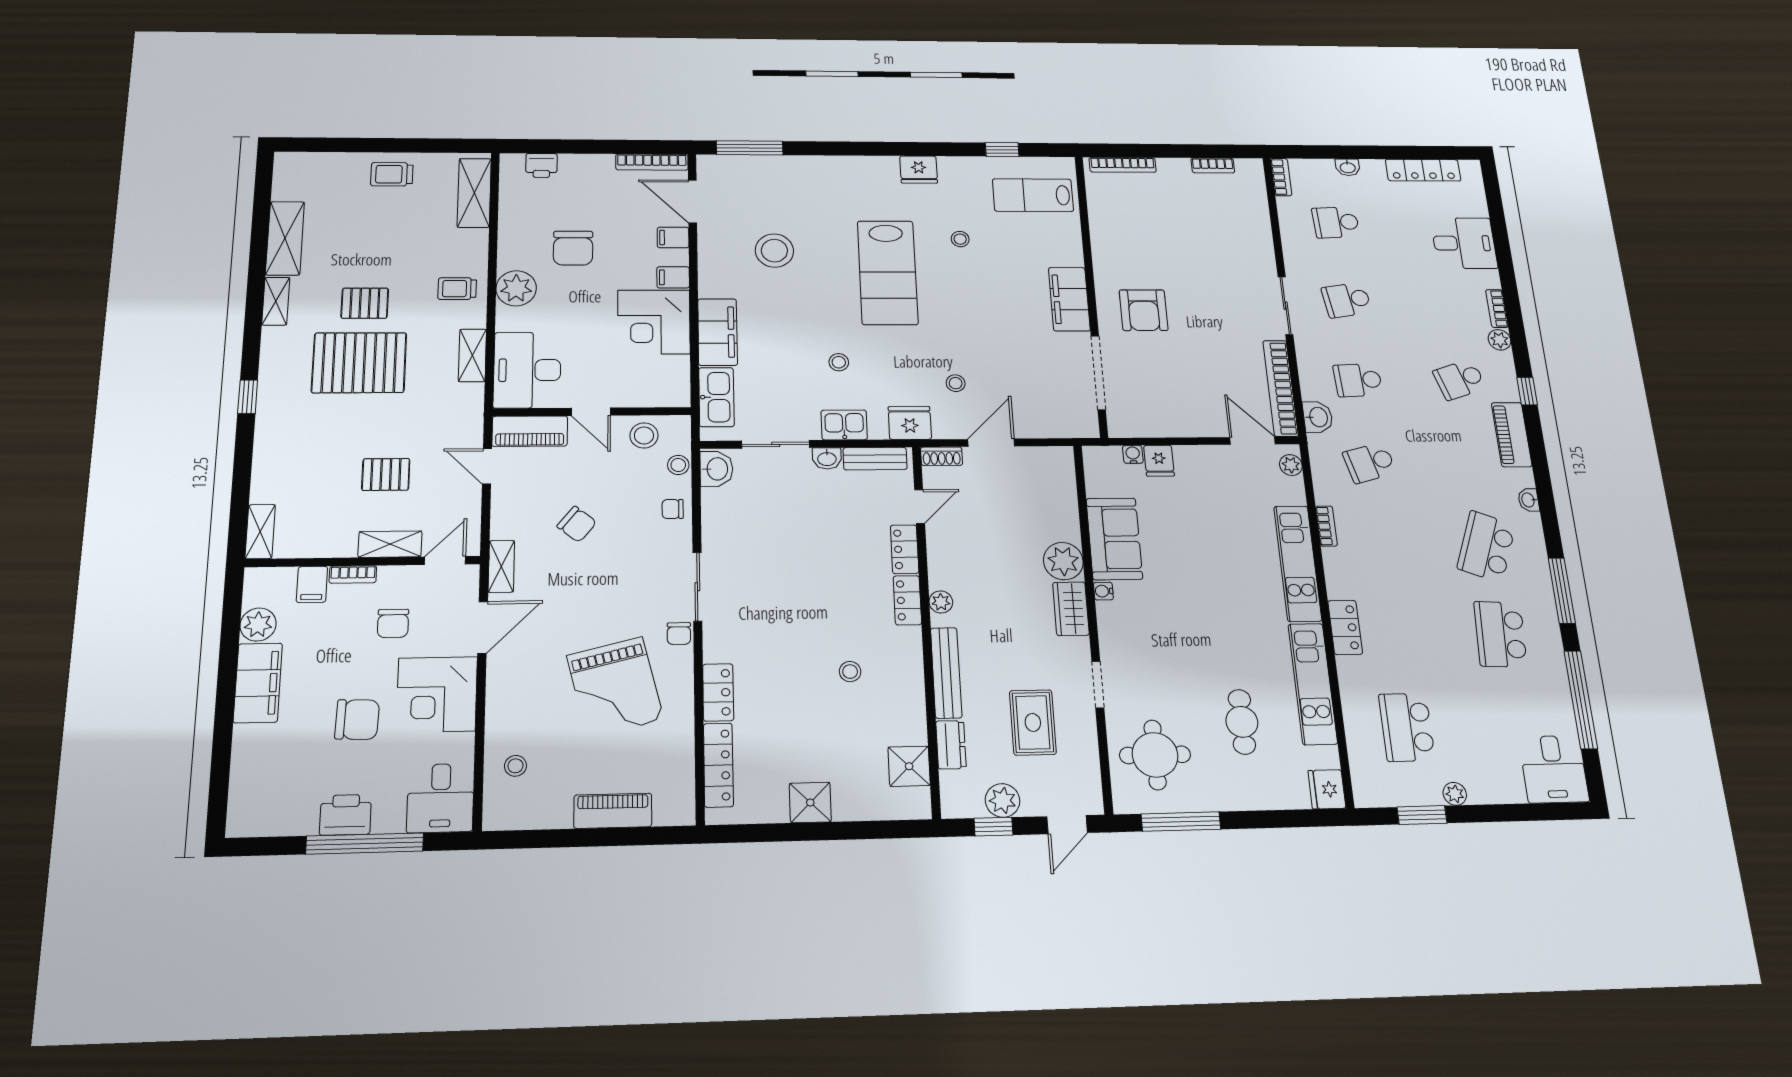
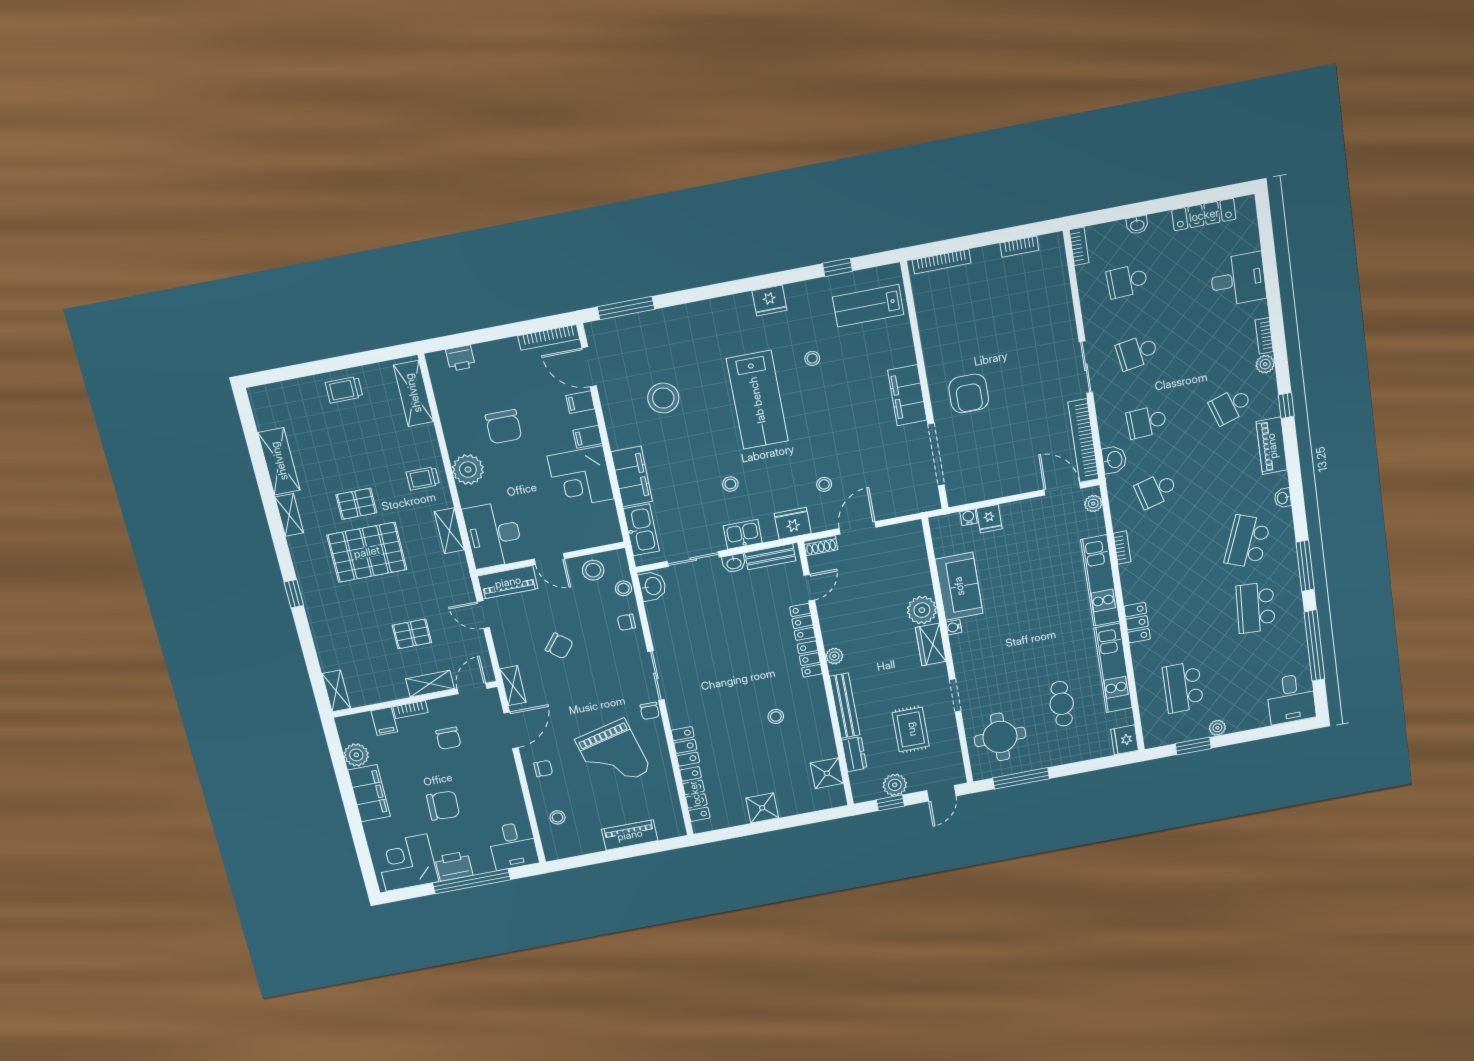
chair: (513, 690) -> (543, 769), added
corner desk: (437, 694) -> (406, 863), moved, turned 90

